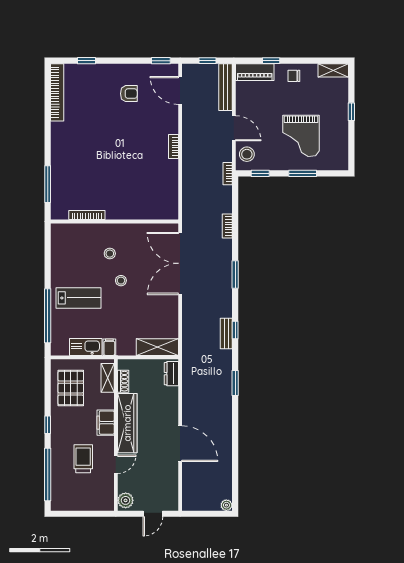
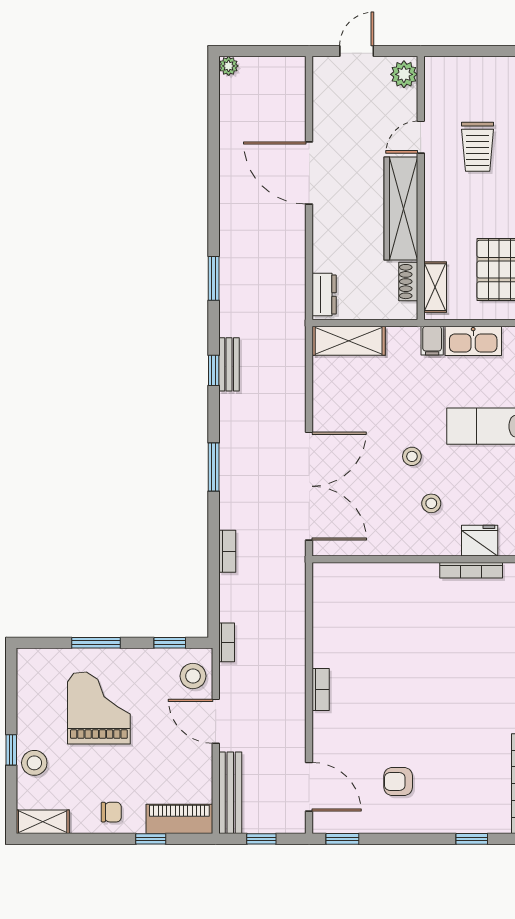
stool: (338, 104) -> (34, 763), added
fridge: (82, 232) -> (480, 541), added
filing cabinet: (106, 423) -> (439, 209), removed

